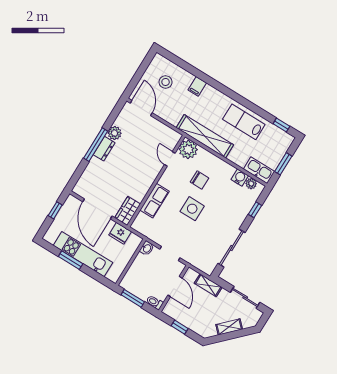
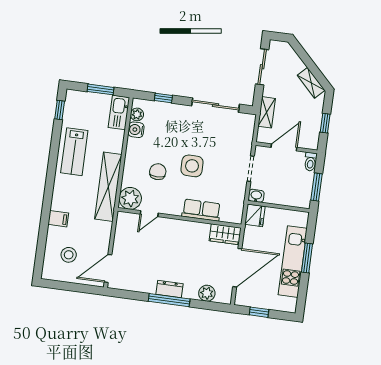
plant: (115, 133) -> (207, 293), moved
fridge: (120, 233) -> (255, 215), moved
window: (71, 260) -> (307, 258), moved
shelving: (229, 327) -> (311, 83), moved

